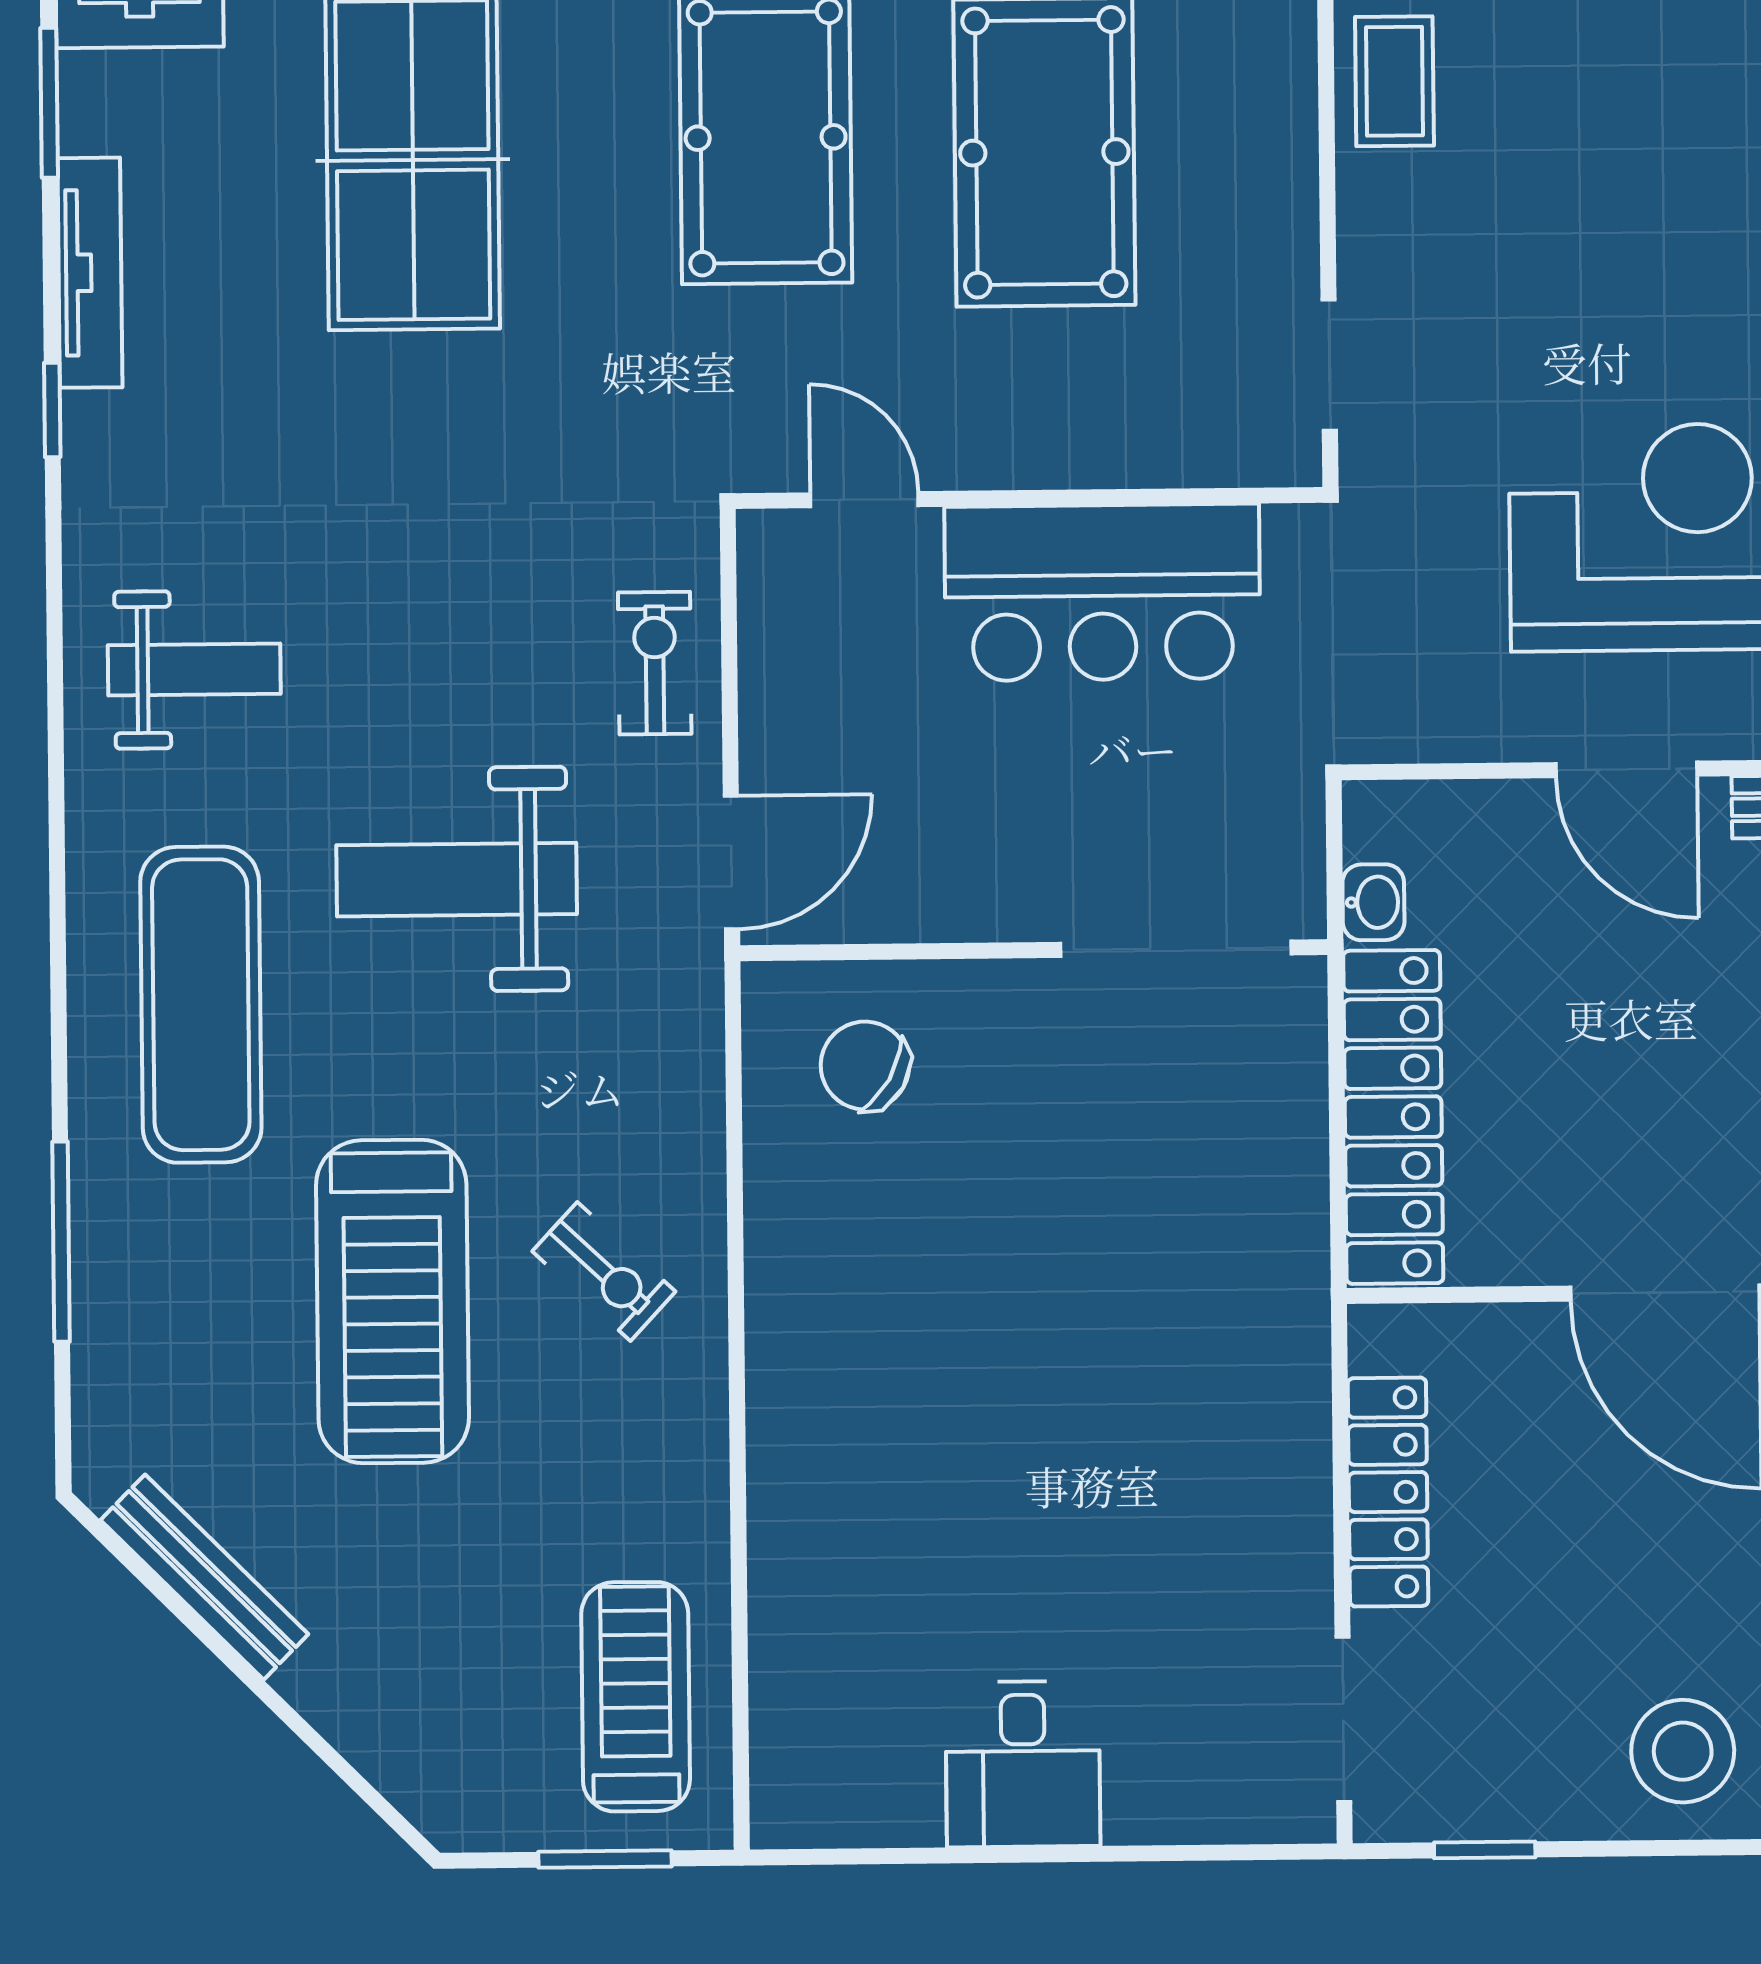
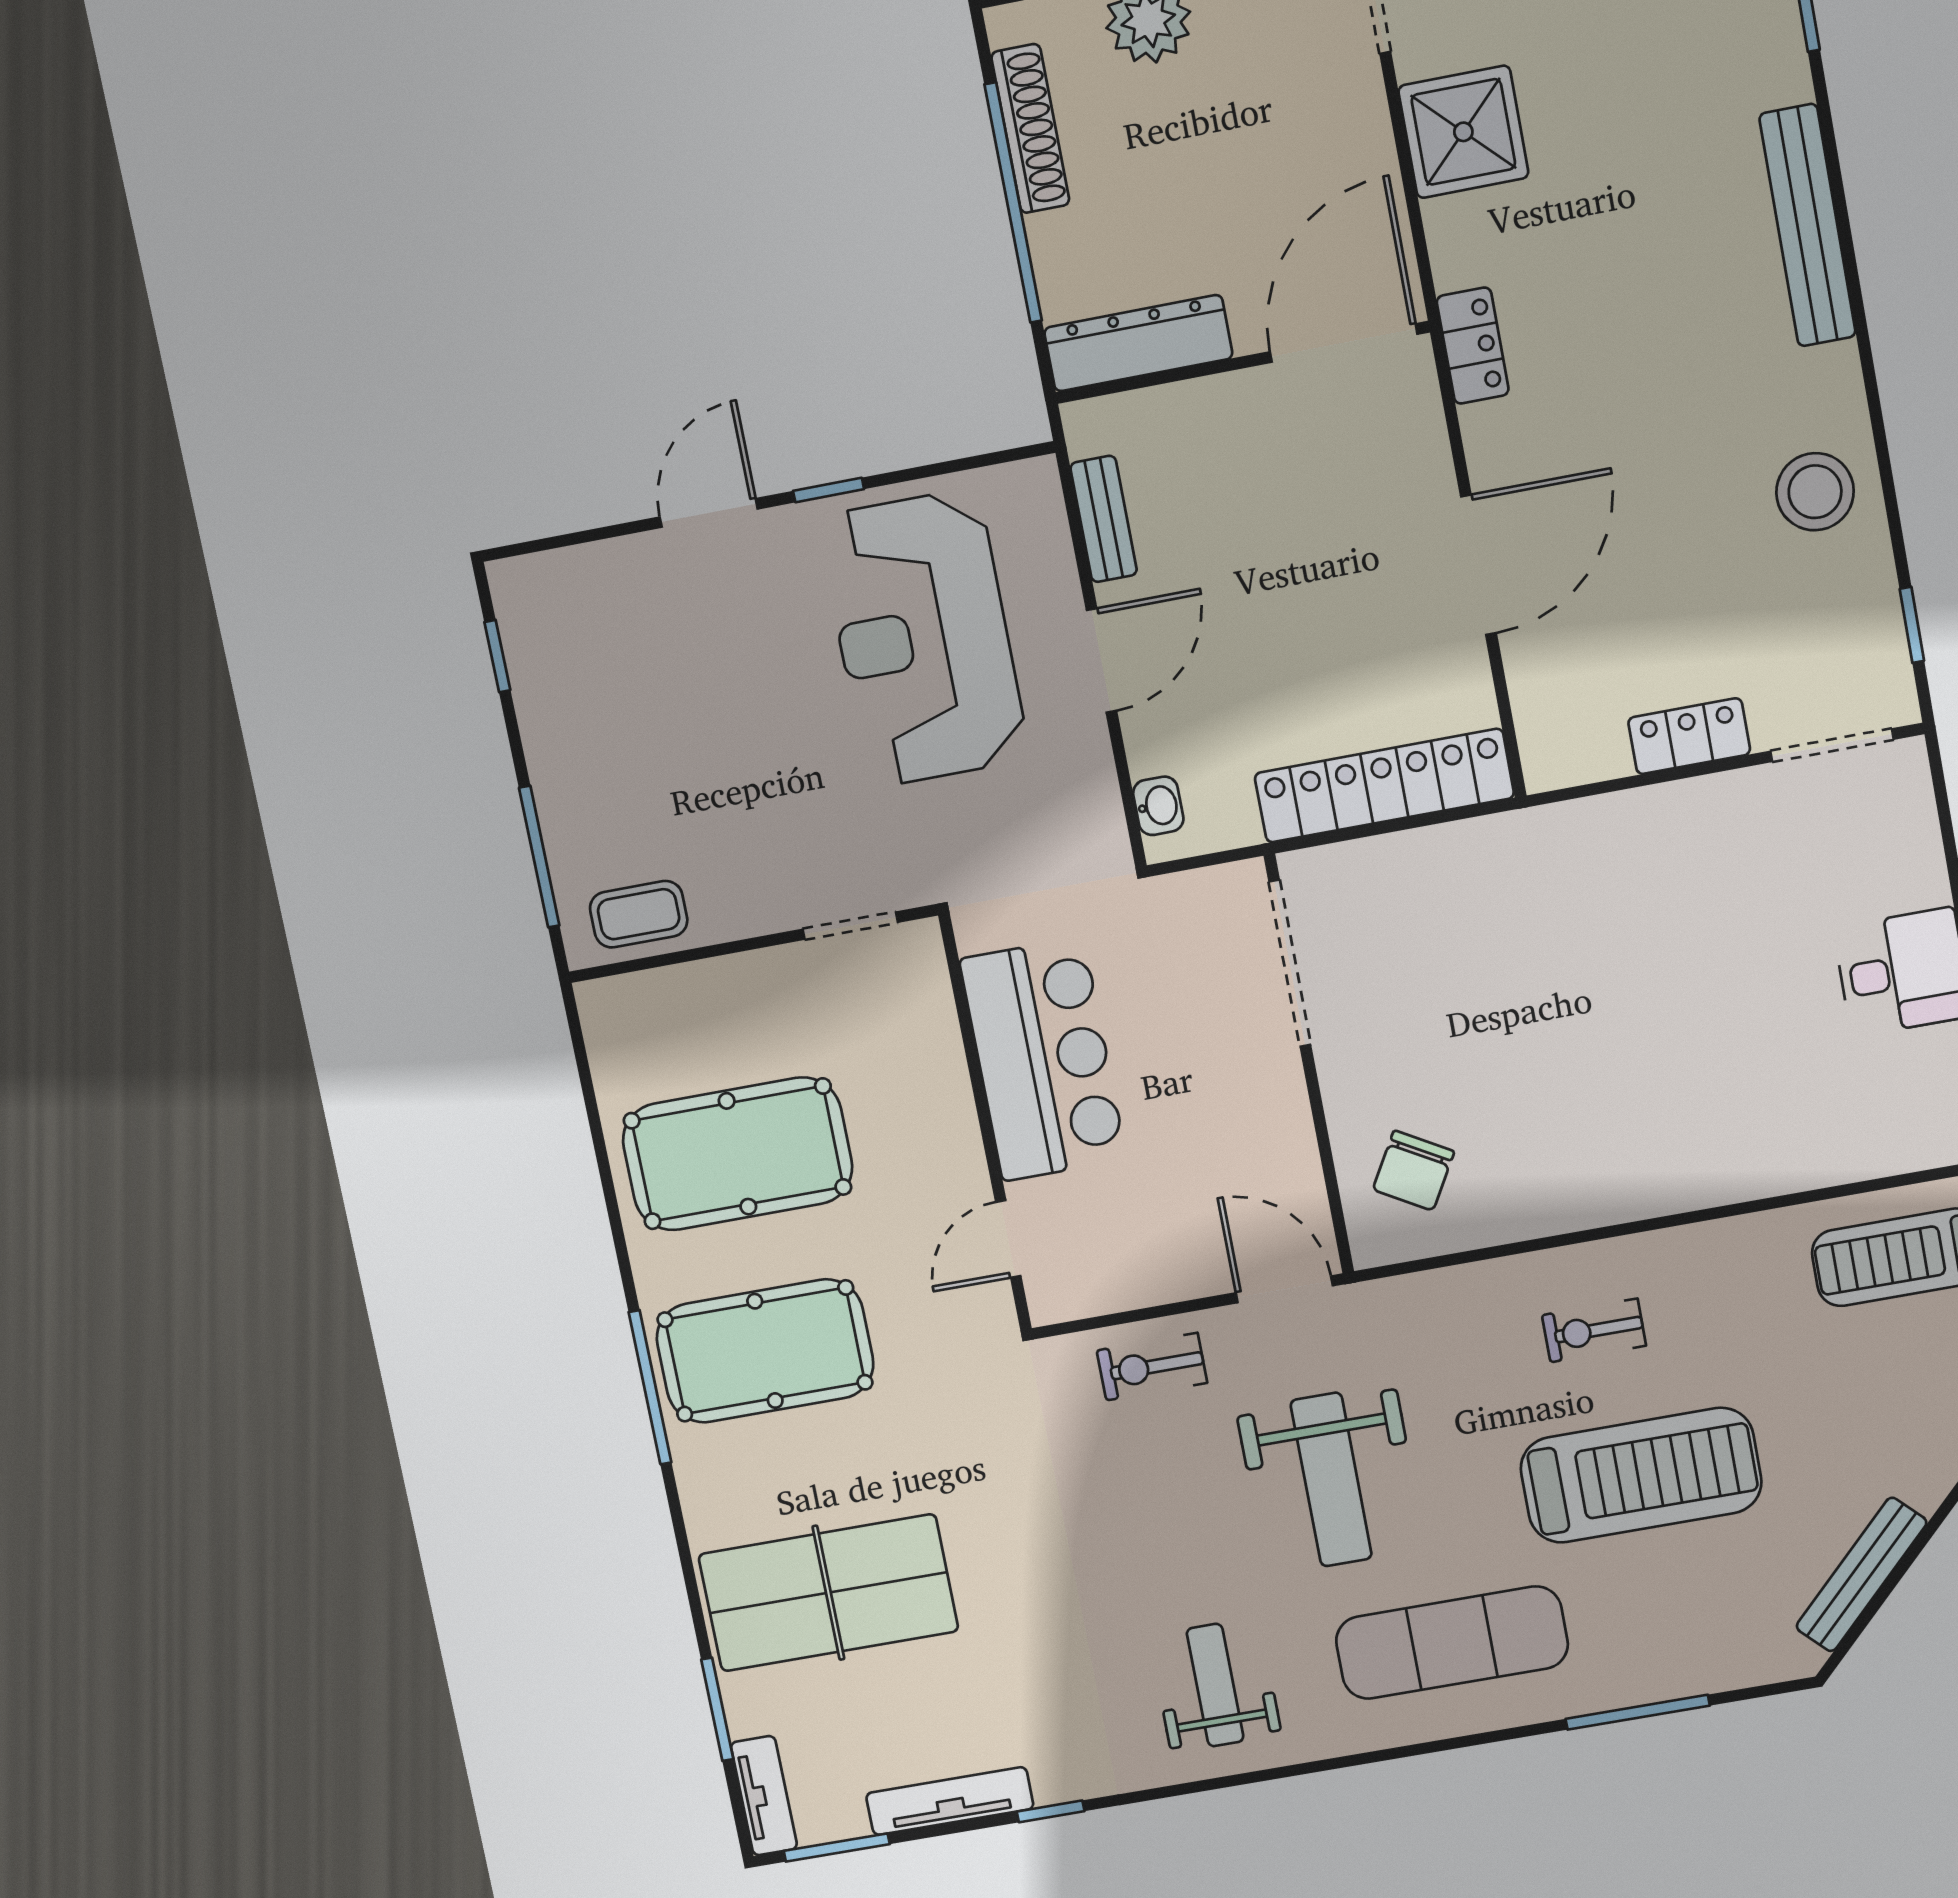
washbasin: (1373, 902) -> (1158, 806), moved, turned 90
exercise bike: (604, 1271) -> (1594, 1330), turned -133
locker: (1388, 1492) -> (1689, 736), width x0.66

